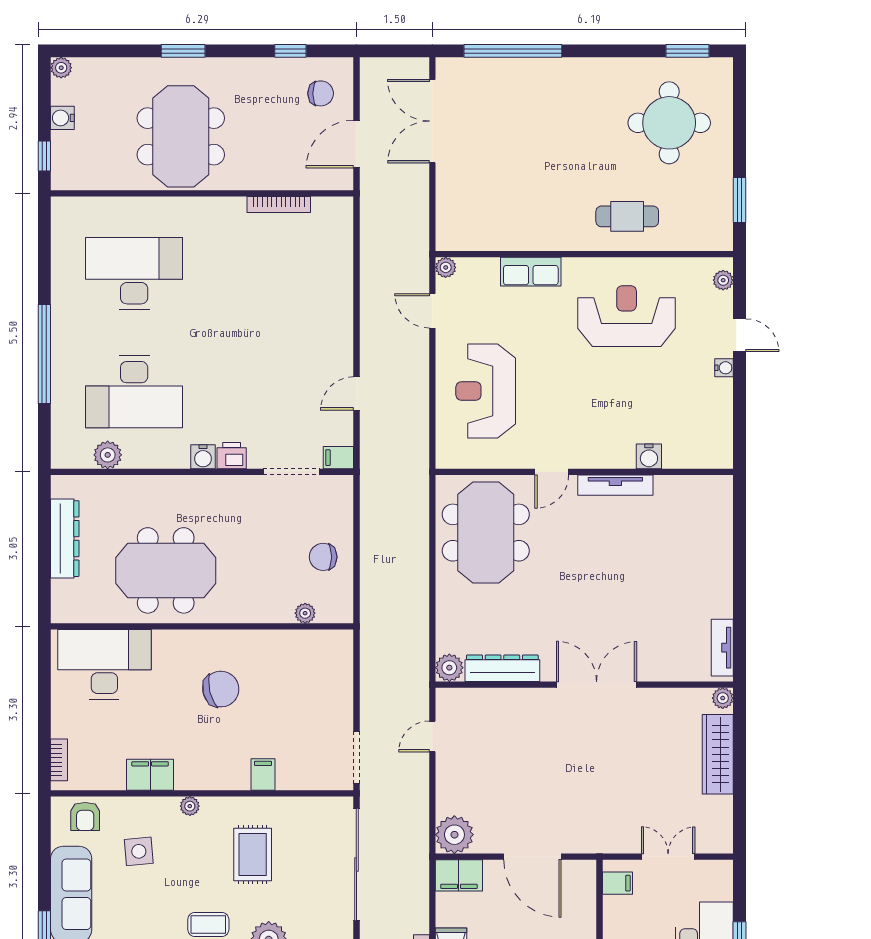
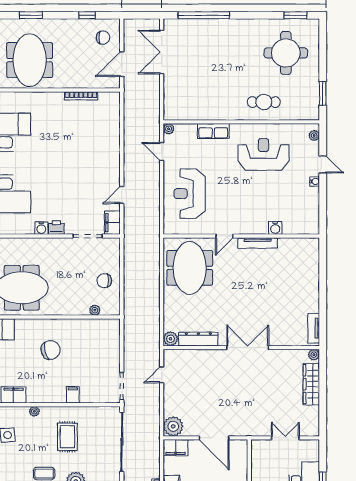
filing cabinet: (338, 458) -> (112, 223), width x2.00
filing cabinet: (617, 883) -> (259, 452), removed

